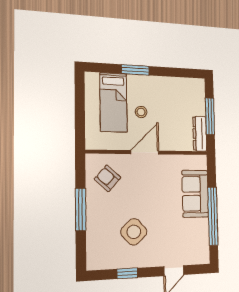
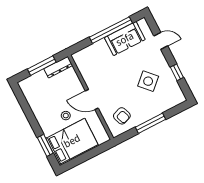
window: (135, 70) -> (45, 145), moved
bed: (113, 102) -> (72, 141), width x1.50
armchair: (108, 178) -> (122, 116), turned -61
sofa: (195, 194) -> (125, 39), moved

